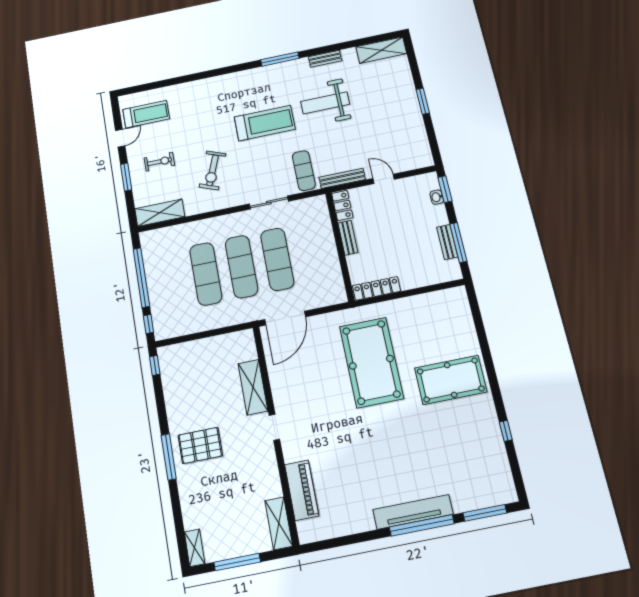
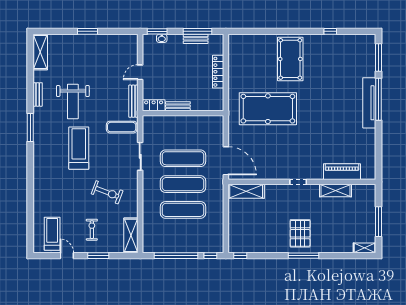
locker: (376, 288) -> (218, 72), moved
shelving: (253, 387) -> (246, 191), moved
shelving: (279, 523) -> (336, 190), moved

